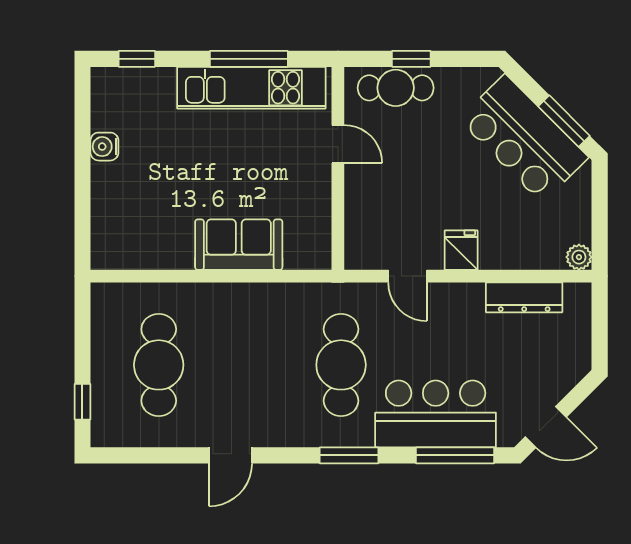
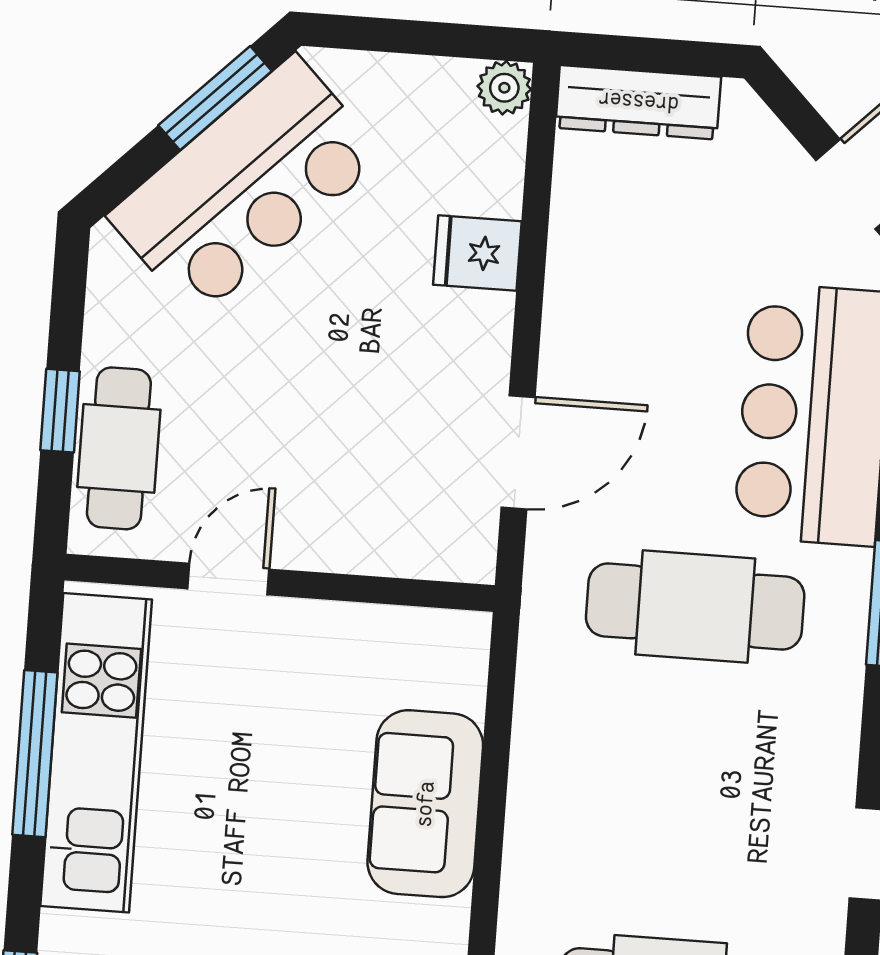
fridge: (461, 250) -> (477, 253), moved
door: (408, 276) -> (518, 452), width x1.38
dresser: (524, 297) -> (638, 102), moved, turned 90

